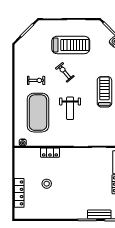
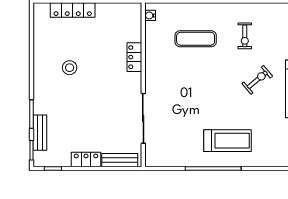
weight bench: (70, 108) -> (202, 88), removed
exercise mat: (38, 113) -> (196, 39), width x0.50, depth x0.69
stool: (47, 184) -> (70, 68), moved

